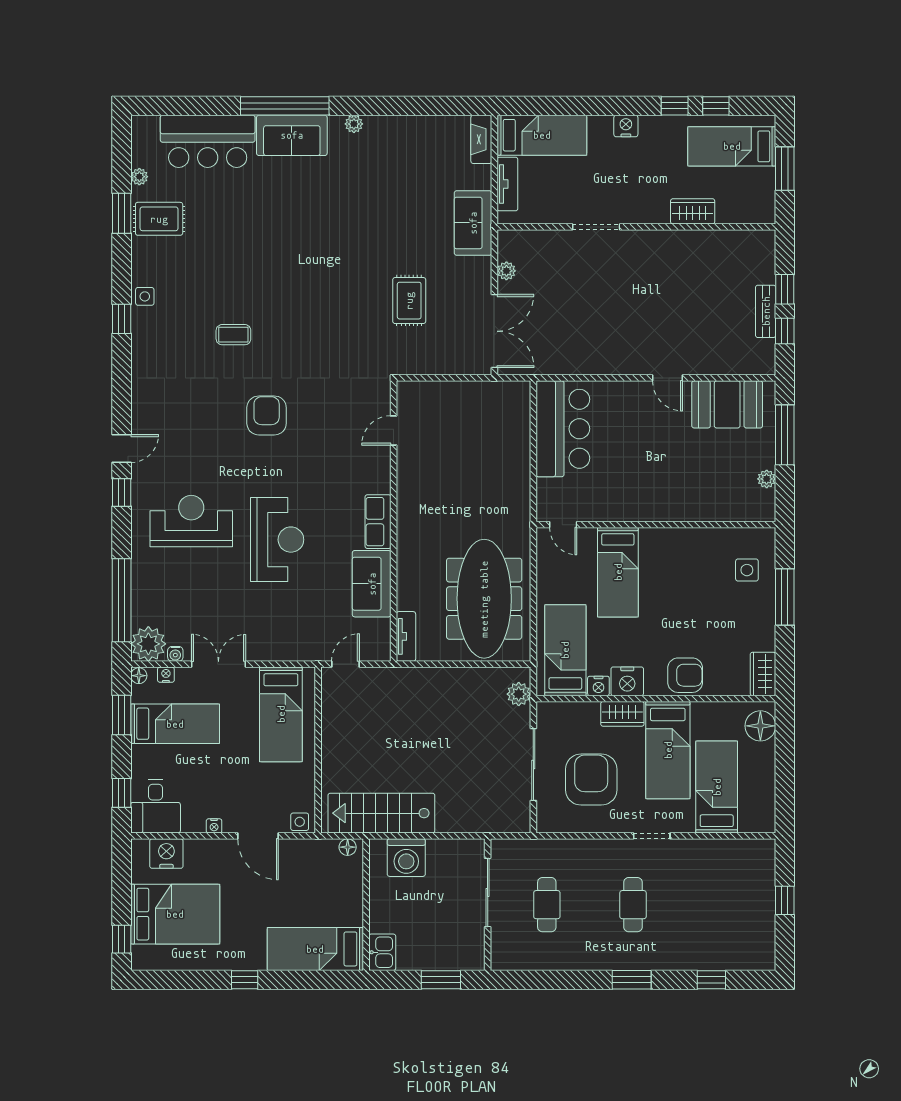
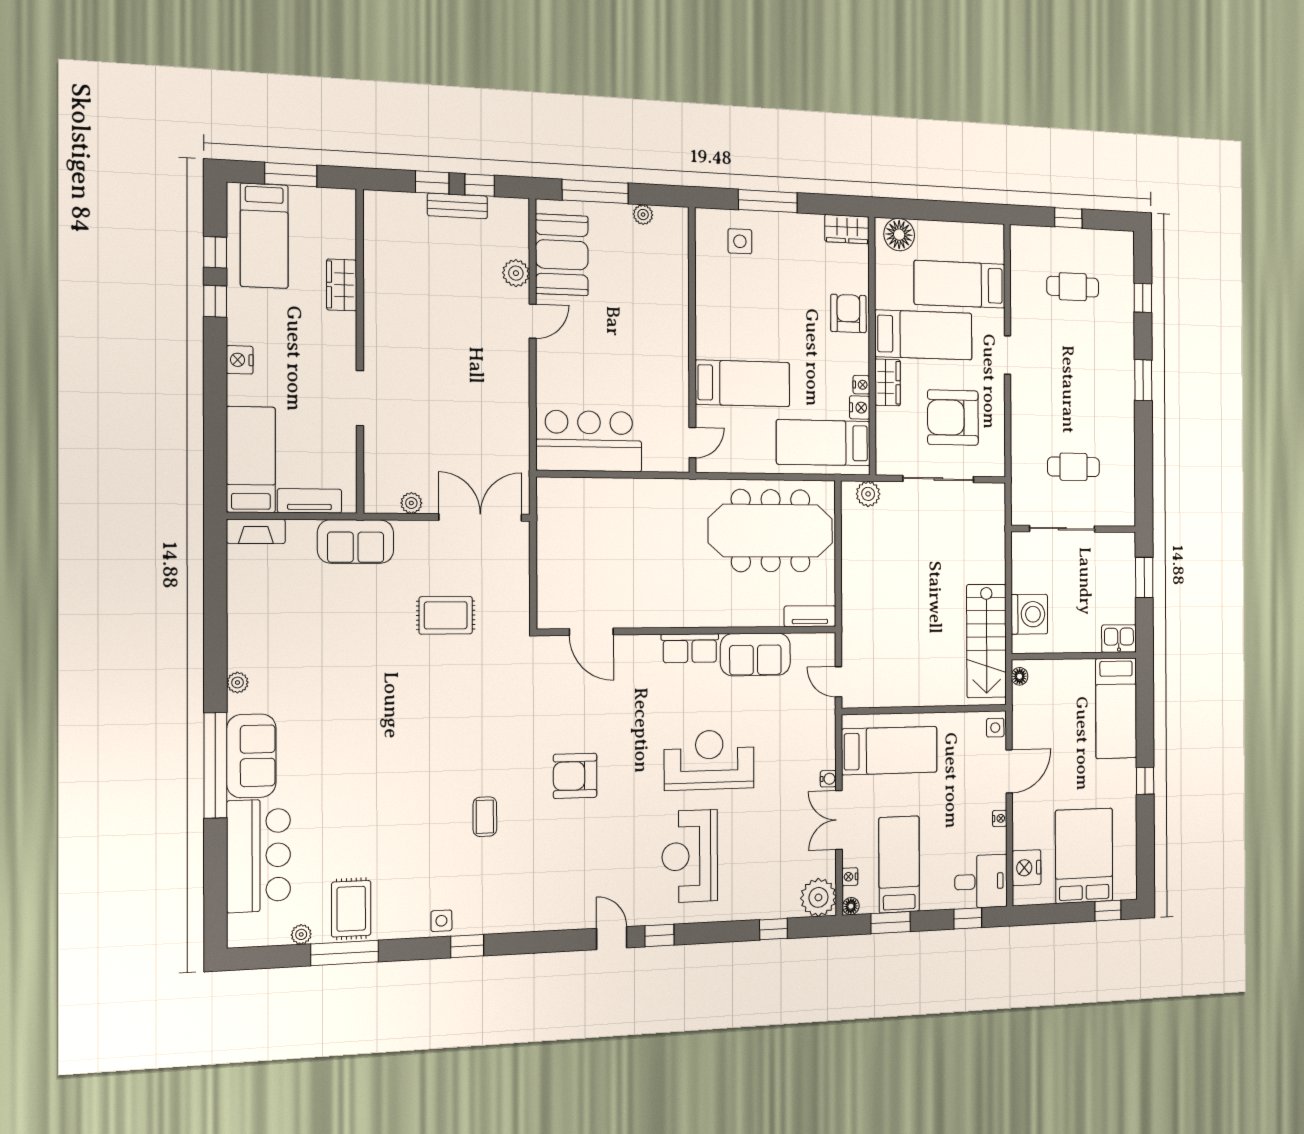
window: (122, 213) -> (345, 953), width x1.44
plant: (709, 363) -> (516, 273), added
door: (394, 430) -> (591, 632), width x1.38
window: (122, 600) -> (773, 929), width x0.32
water cooler: (175, 654) -> (828, 779), moved
nightstand: (627, 681) -> (861, 385), width x0.53, depth x0.56
cafe table: (633, 905) -> (1073, 287), moved

